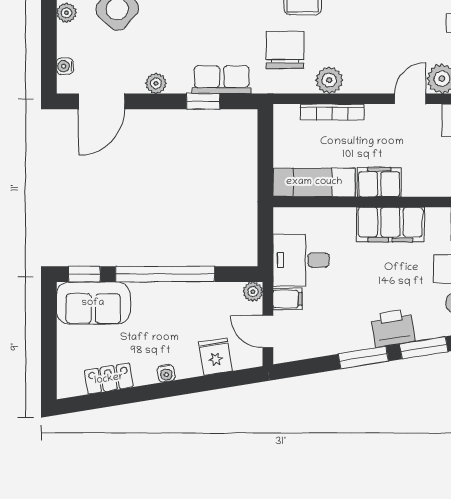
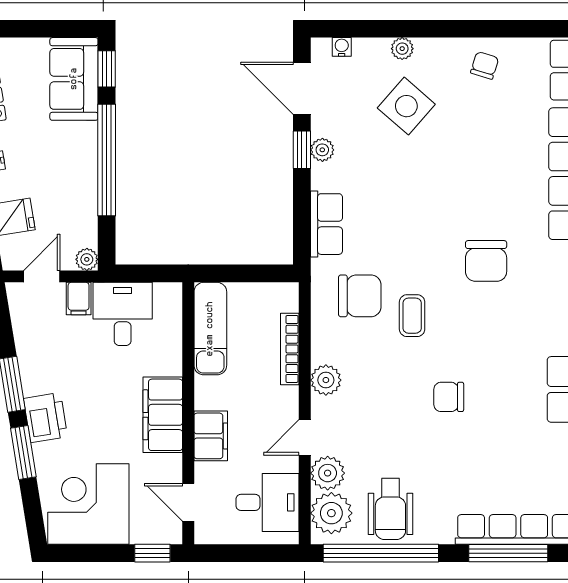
plant: (329, 80) -> (326, 380), moved
door: (410, 99) -> (305, 437), swing flipped
window: (203, 101) -> (302, 150), moved
filing cabinet: (379, 182) -> (211, 436), moved

